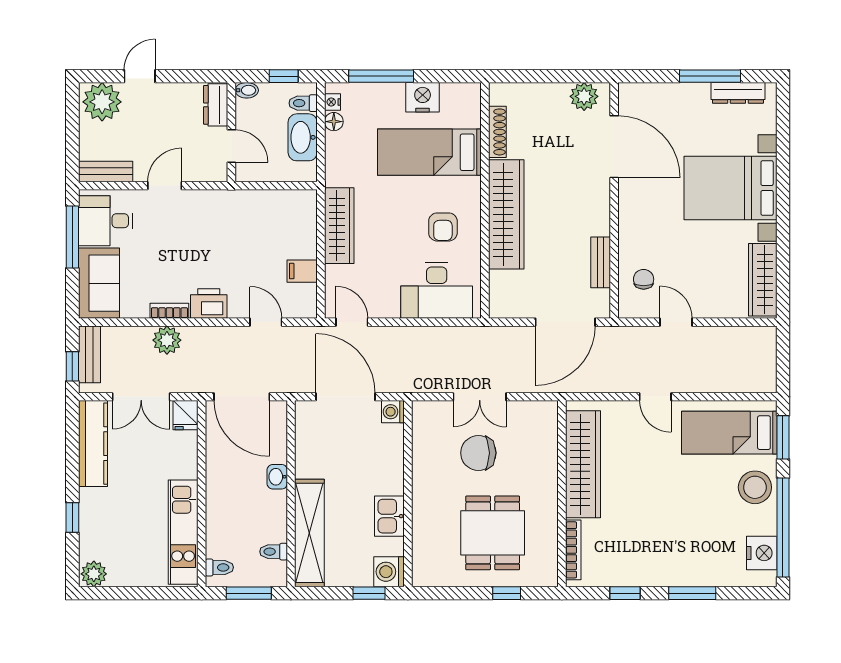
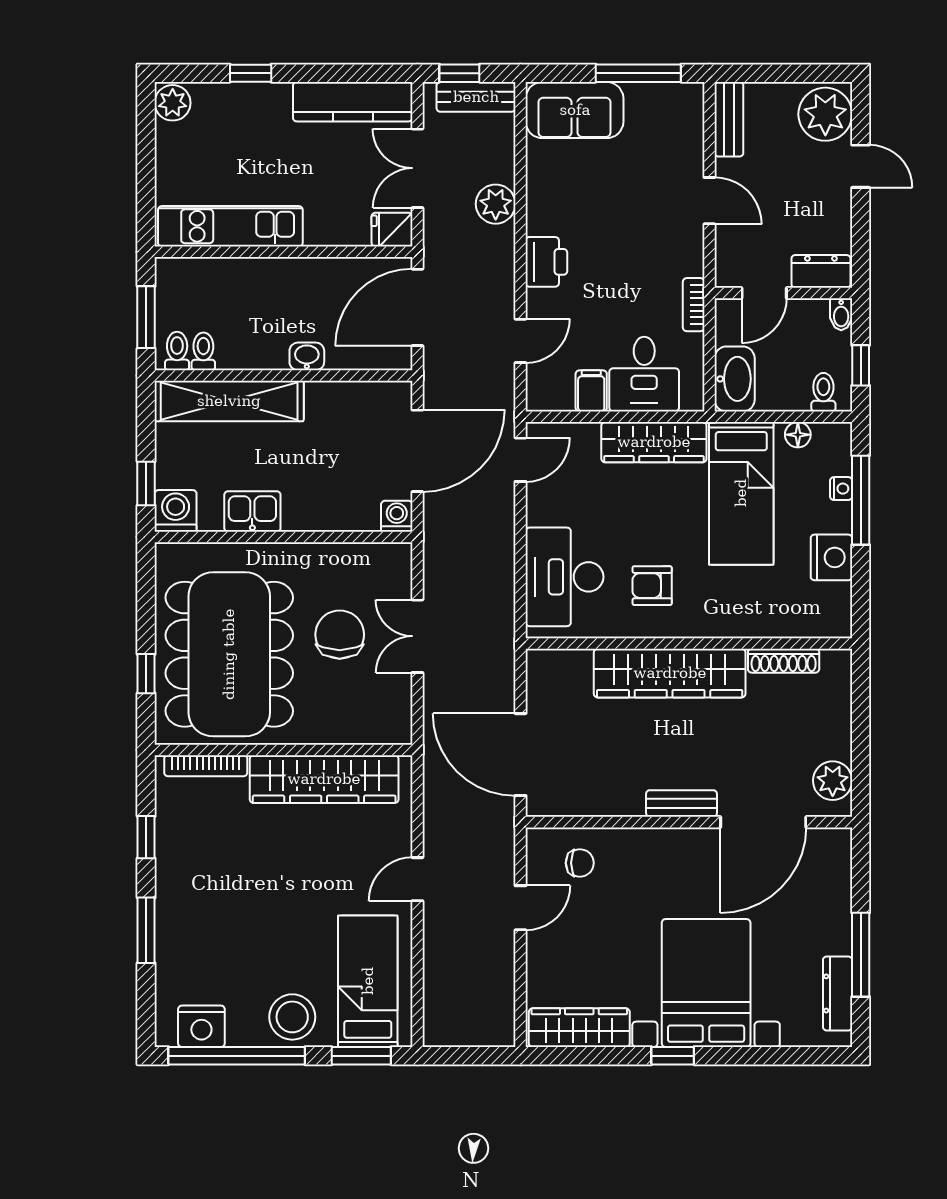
nightstand: (332, 102) -> (841, 489), moved, turned 90
washbasin: (303, 137) -> (735, 379), moved, turned 90
bed: (429, 152) -> (741, 493), moved, turned 180
window: (783, 212) -> (673, 1056), added
desk: (106, 221) -> (644, 374), moved, turned 180
bench: (601, 262) -> (682, 803), moved
bookcase: (169, 311) -> (694, 305), moved, turned 180
dining table: (493, 533) -> (229, 654), width x1.87, depth x1.24
toilet: (219, 567) -> (177, 351), moved, turned 180

